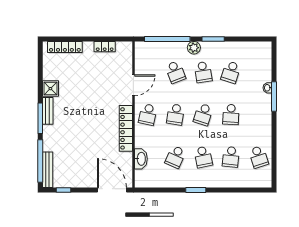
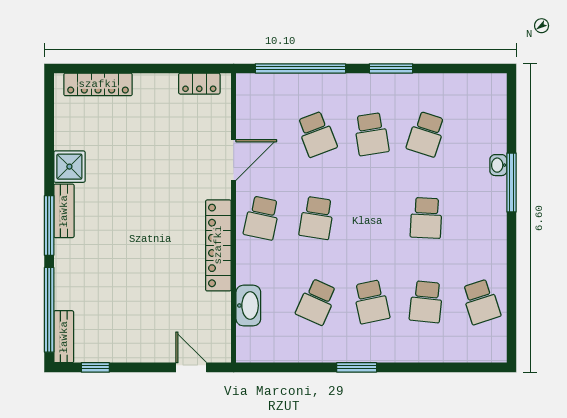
locker: (105, 47) -> (199, 84), moved
plant: (194, 48) -> (353, 86), removed
school desk: (203, 115) -> (371, 218), removed
bench: (48, 170) -> (64, 337), width x0.73
door: (112, 190) -> (191, 367), width x0.53

